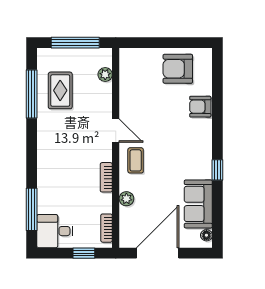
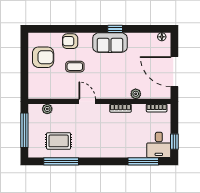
armchair: (178, 69) -> (43, 57), turned -90
armchair: (200, 107) -> (70, 41), turned 90
door: (116, 131) -> (87, 101), hinge flipped
coffee table: (136, 160) -> (75, 67), moved
sofa: (198, 204) -> (110, 43), moved
window: (84, 253) -> (174, 142), moved

